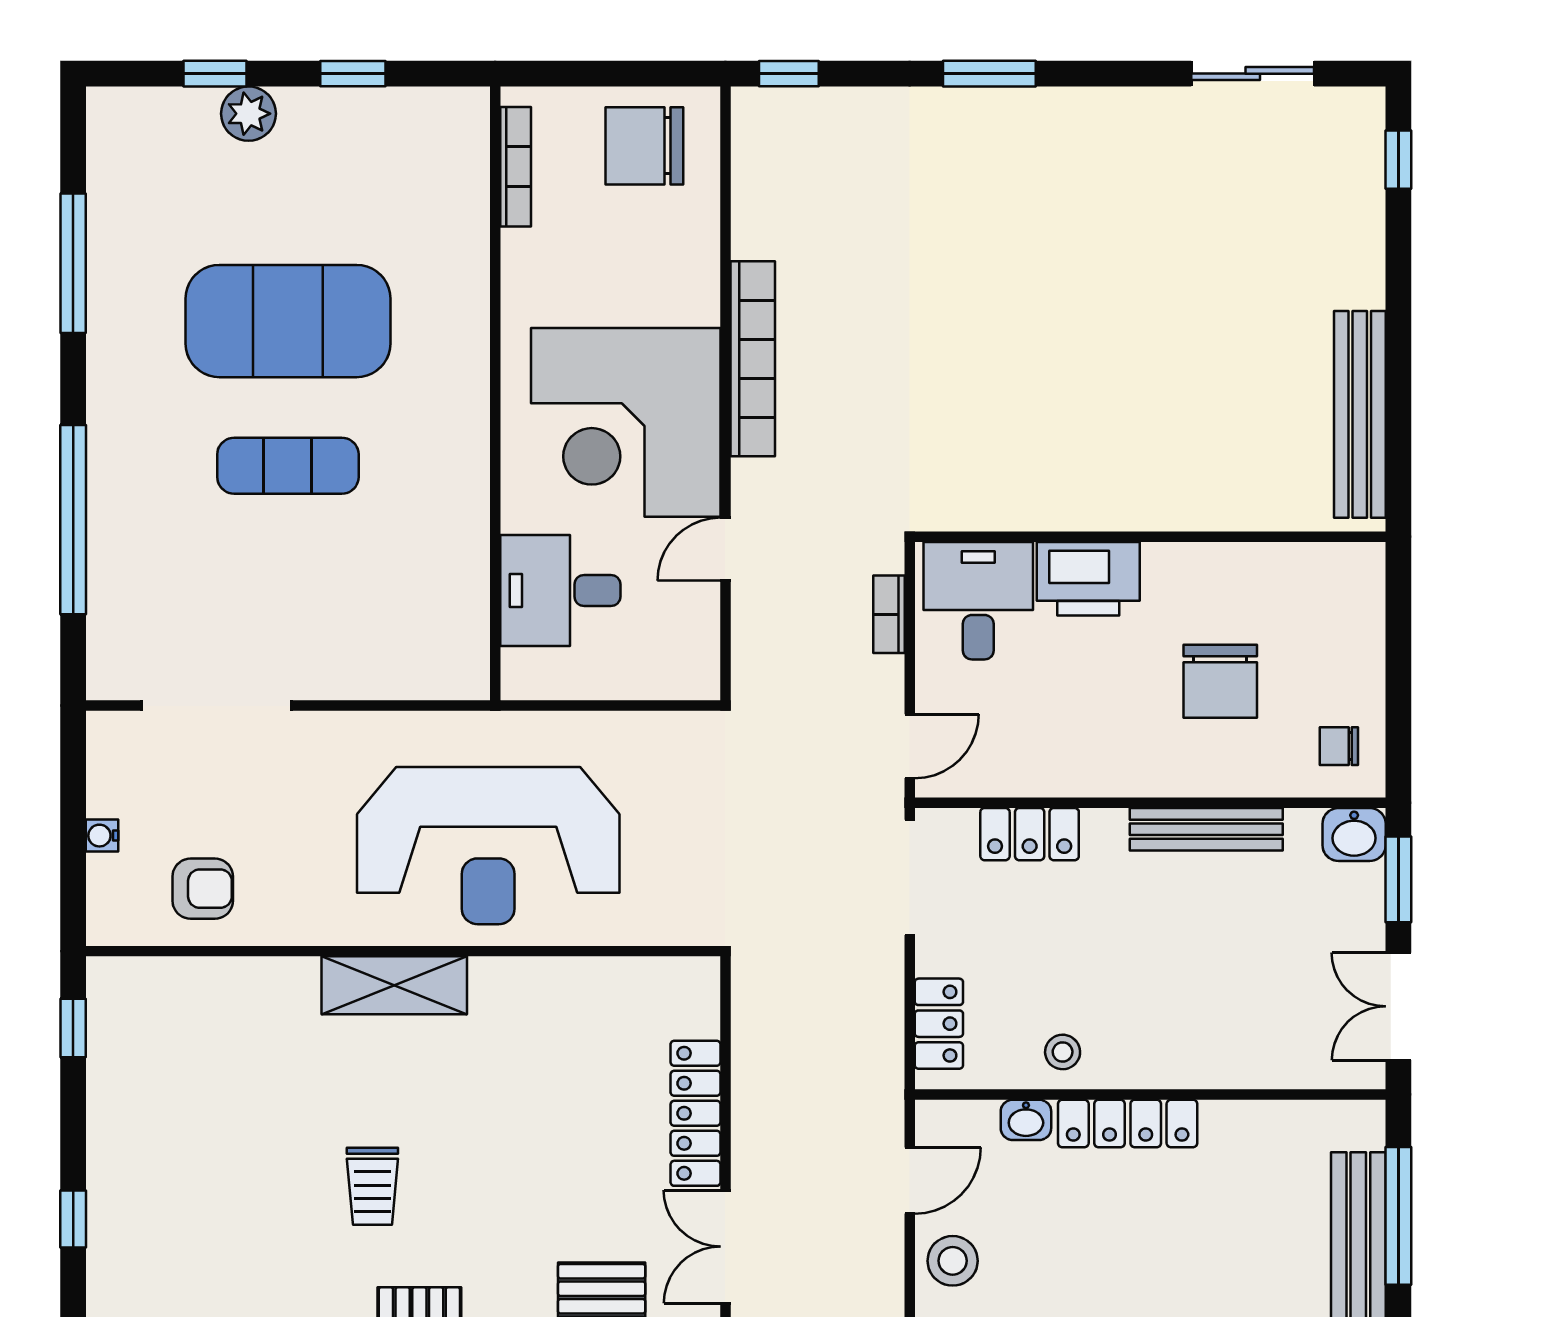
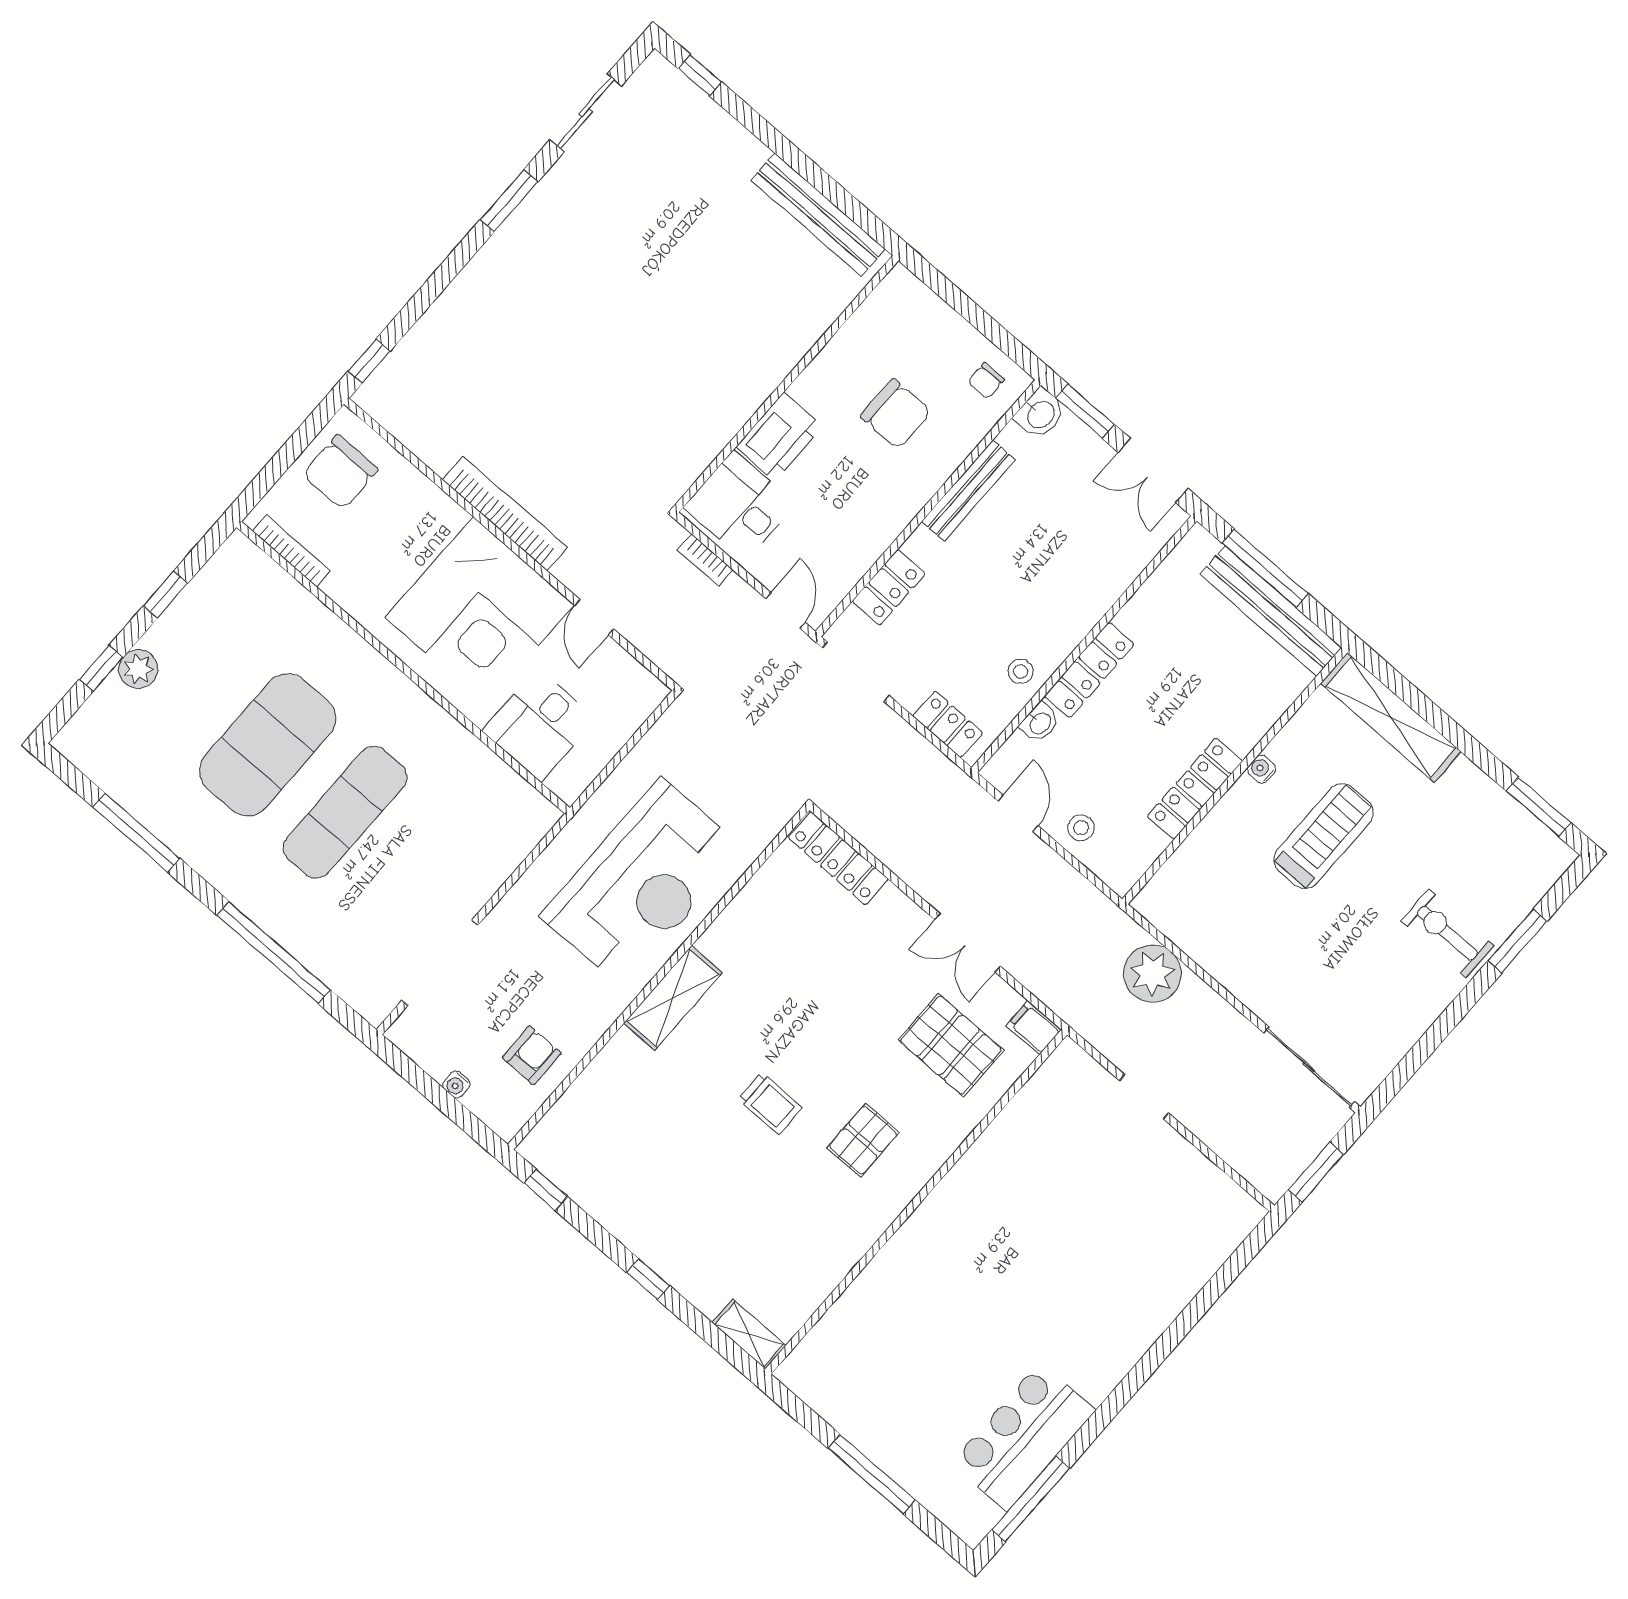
window: (989, 74) -> (509, 201), moved
exercise mat: (288, 466) -> (345, 812), width x1.36, depth x1.45
locker: (695, 1113) -> (838, 858), moved
stool: (953, 1261) -> (1081, 828), width x0.73, depth x0.73

